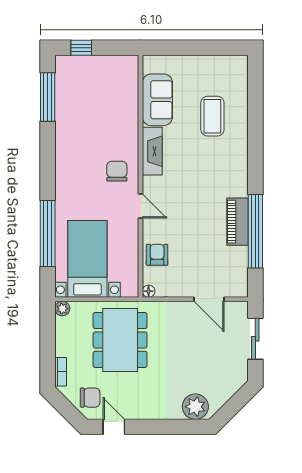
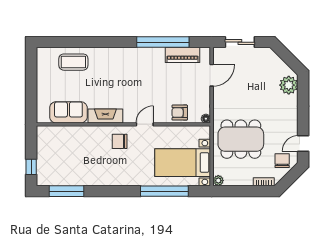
coffee table: (212, 116) -> (73, 62), moved
piano: (237, 222) -> (182, 55), moved

